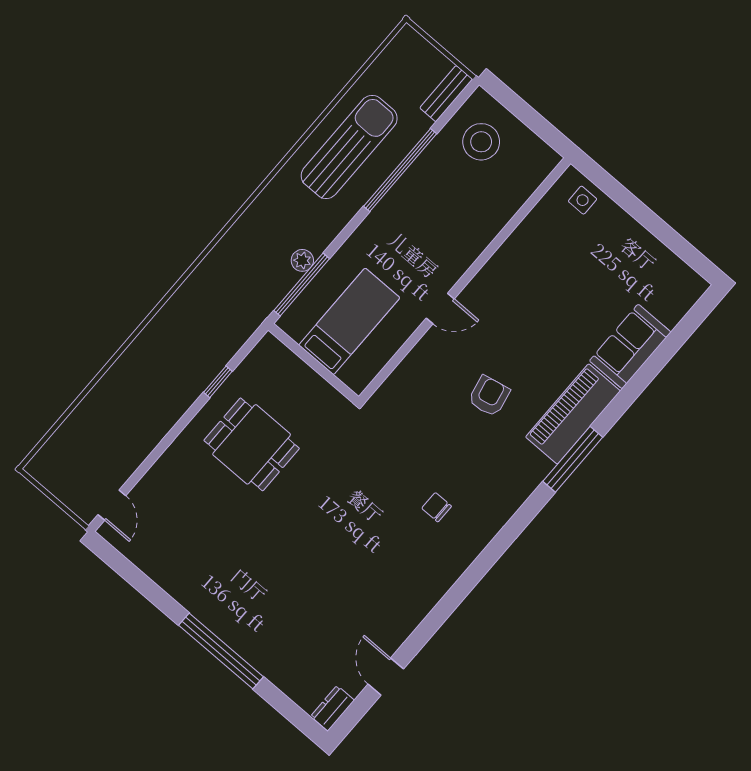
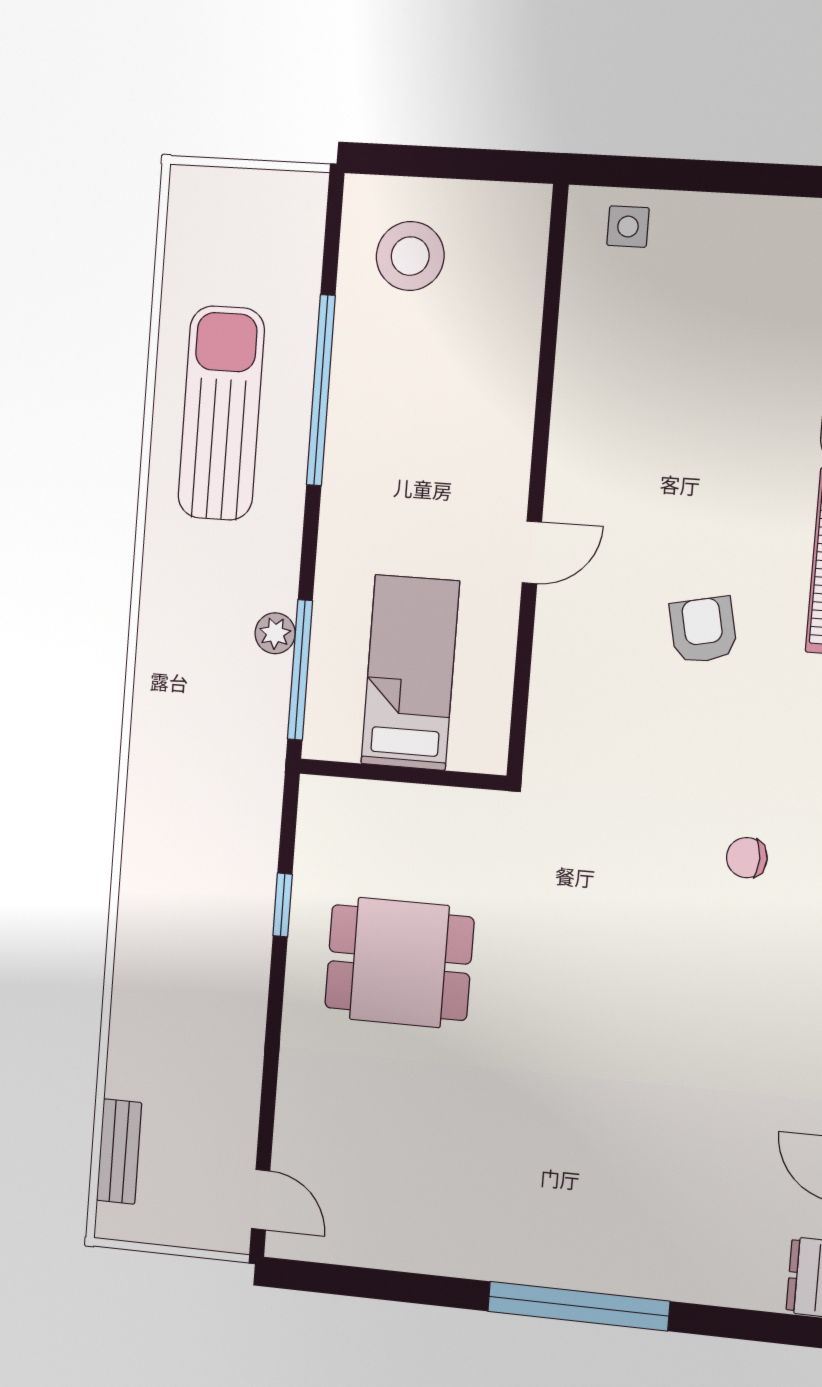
bench: (446, 94) -> (119, 1152), moved

